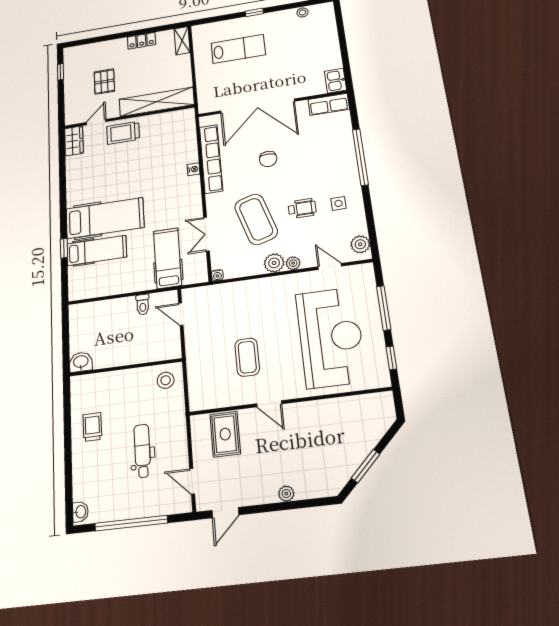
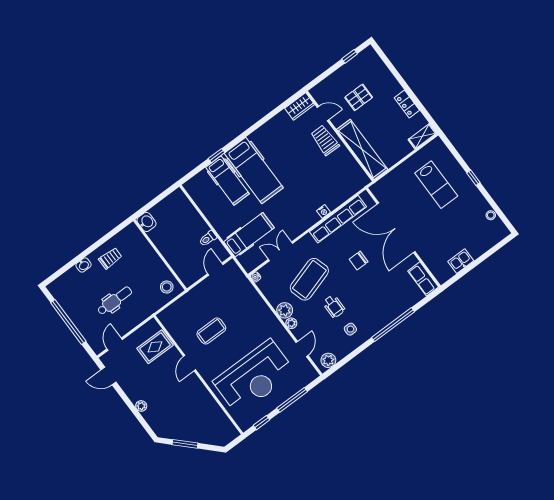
kitchen sink: (335, 81) -> (461, 261), moved
washbasin: (80, 512) -> (84, 265), moved

